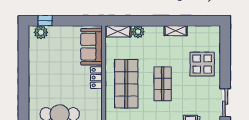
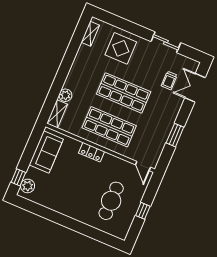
shelving: (176, 31) -> (90, 34), moved
sofa: (92, 47) -> (46, 152), moved, turned -90
shop shelf: (163, 84) -> (124, 93), width x1.43, depth x1.36

